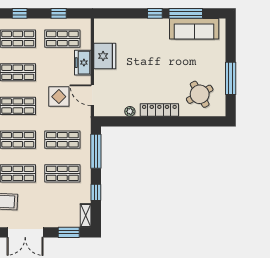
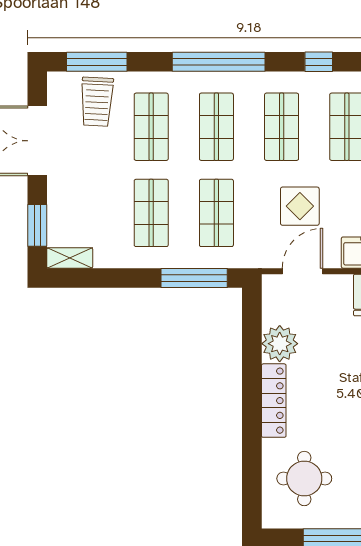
round table: (200, 94) -> (304, 479), turned 30
plant: (130, 111) -> (280, 344), width x1.87, depth x1.87
window: (96, 192) -> (114, 278), removed

